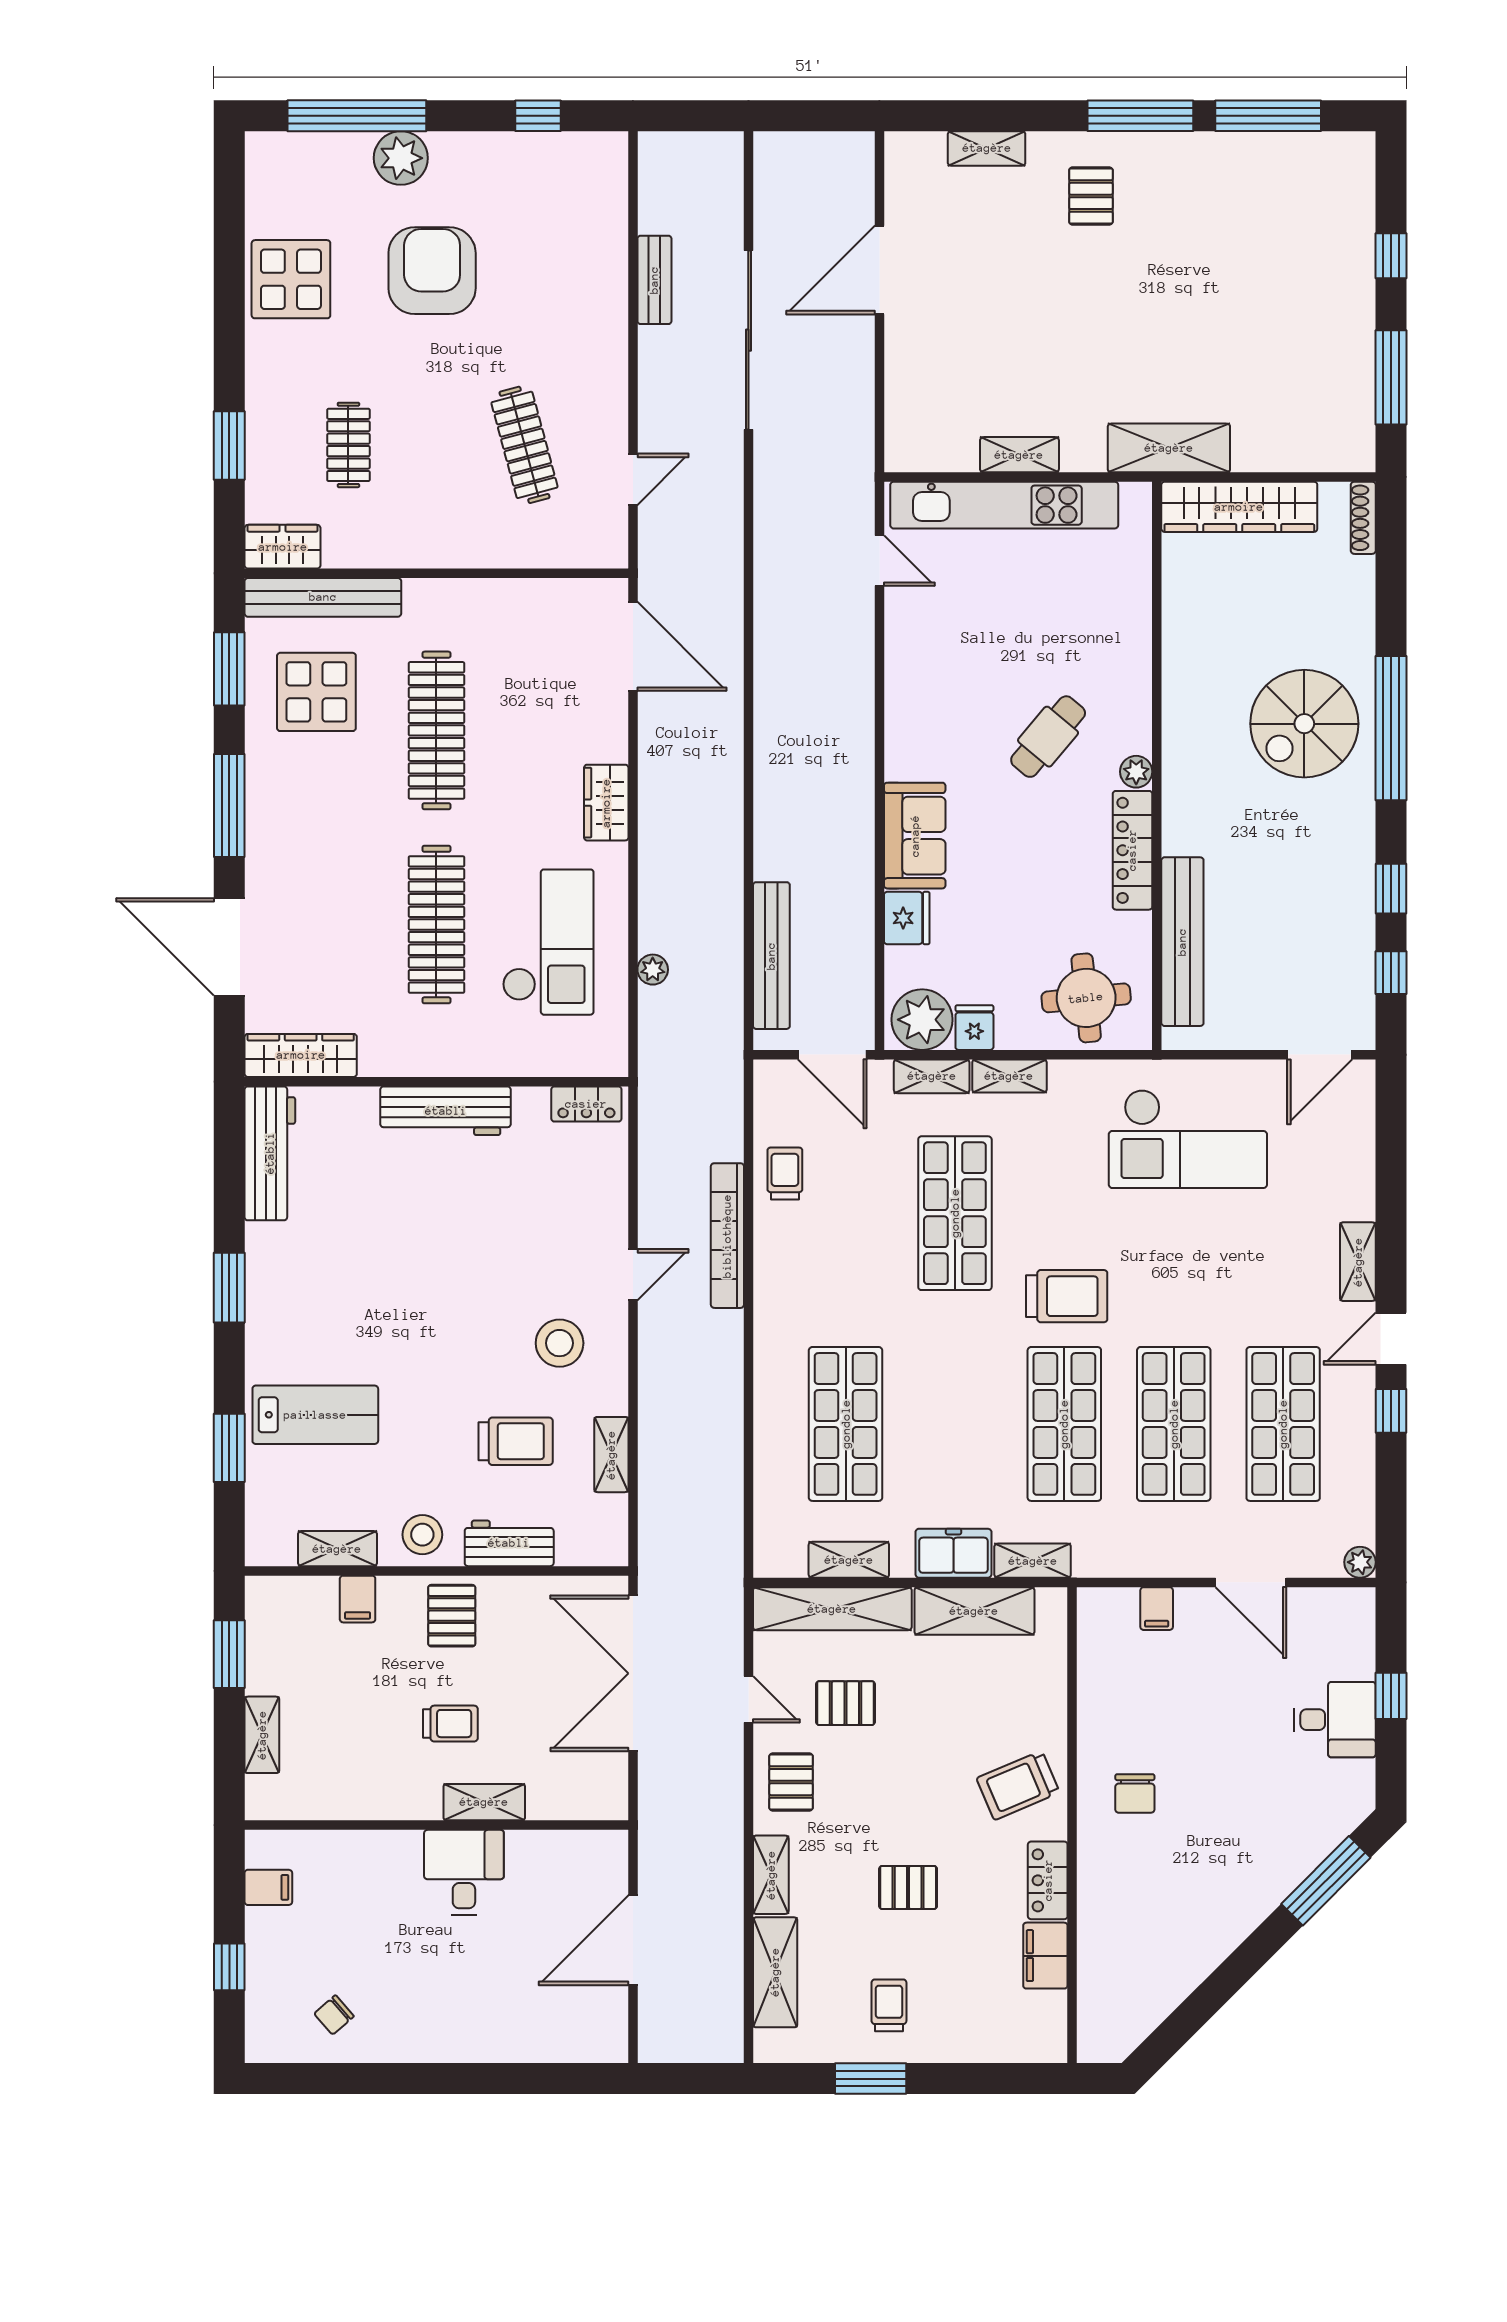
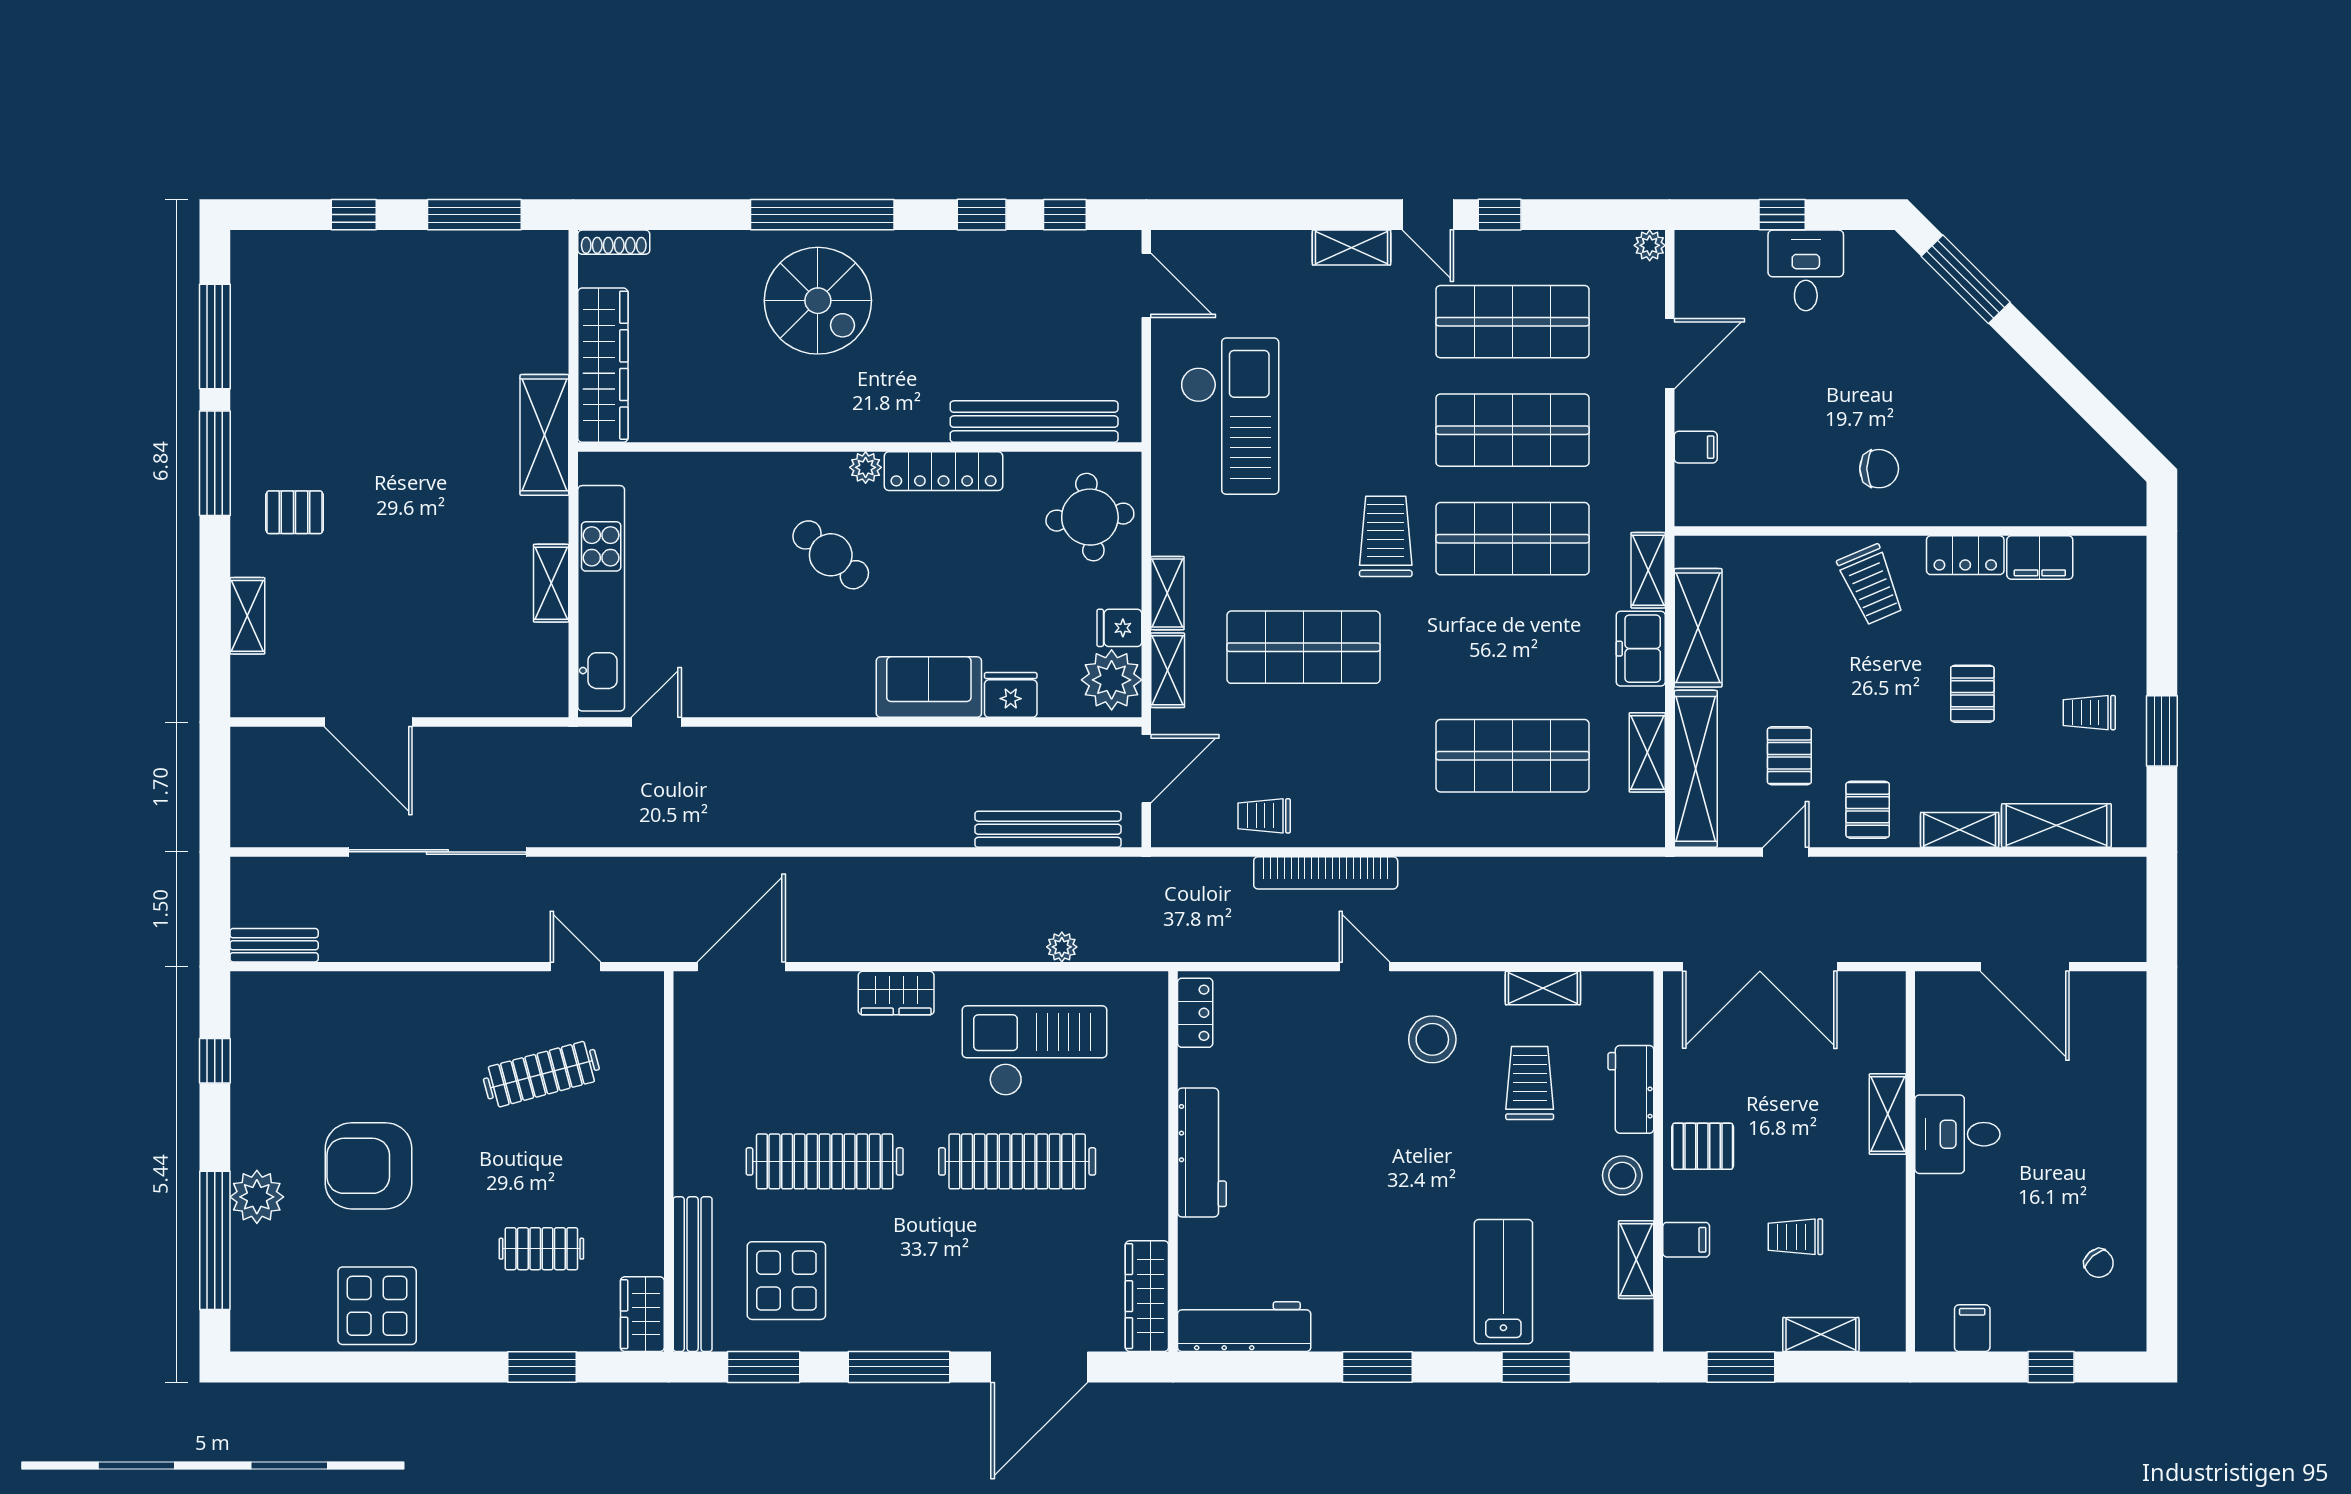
bench: (654, 280) -> (274, 945), moved
trolley: (450, 1724) -> (1795, 1237), moved, turned -90
pallet: (791, 1782) -> (1868, 810), turned 90

